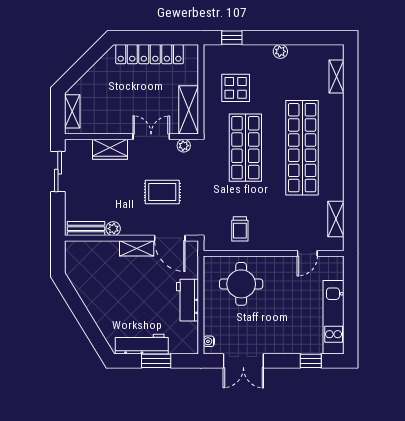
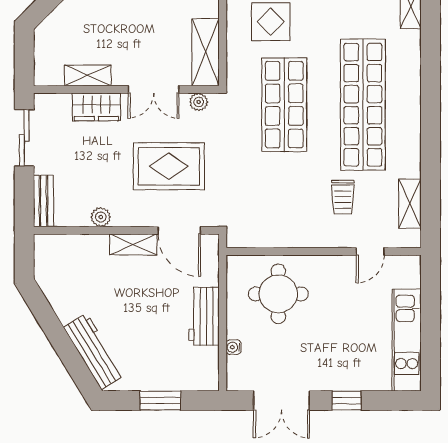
shelving: (72, 111) -> (88, 75), moved, turned 90
double door: (151, 137) -> (154, 89), swing flipped
rug: (162, 192) -> (169, 166), width x1.36, depth x1.43
bench: (86, 229) -> (43, 201), moved, turned 90
trolley: (240, 229) -> (343, 197), moved
water cooler: (209, 341) -> (234, 347), moved
workbench: (142, 344) -> (94, 351), moved, turned 59
window: (311, 361) -> (347, 401), moved

